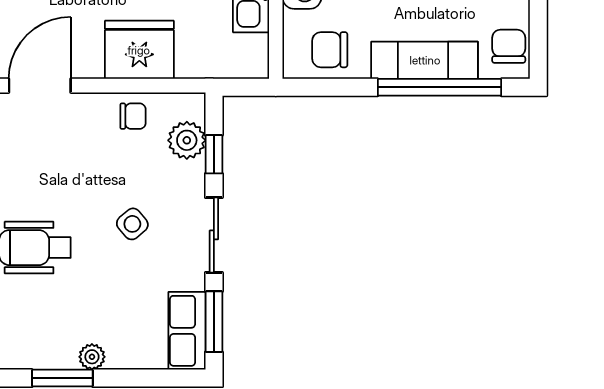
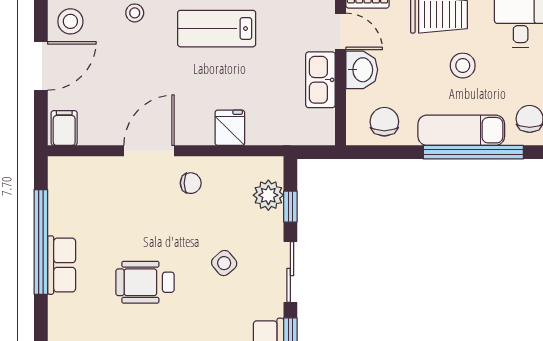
fridge: (139, 50) -> (230, 128), width x0.53, depth x0.75
chair: (330, 50) -> (384, 122), turned 90
chair: (133, 116) -> (191, 183), moved

